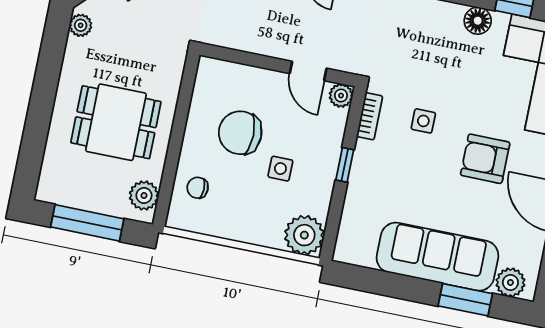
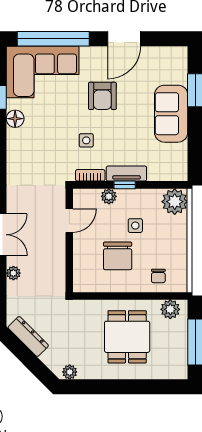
plant: (341, 96) -> (109, 196), moved
tv unit: (361, 171) -> (126, 174), added
sofa: (437, 257) -> (171, 114), width x0.73
plant: (510, 282) -> (178, 64), removed

